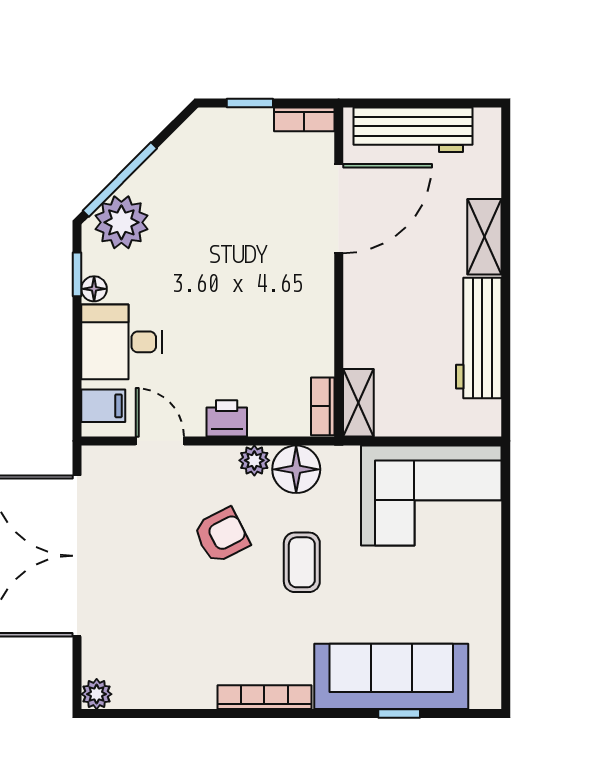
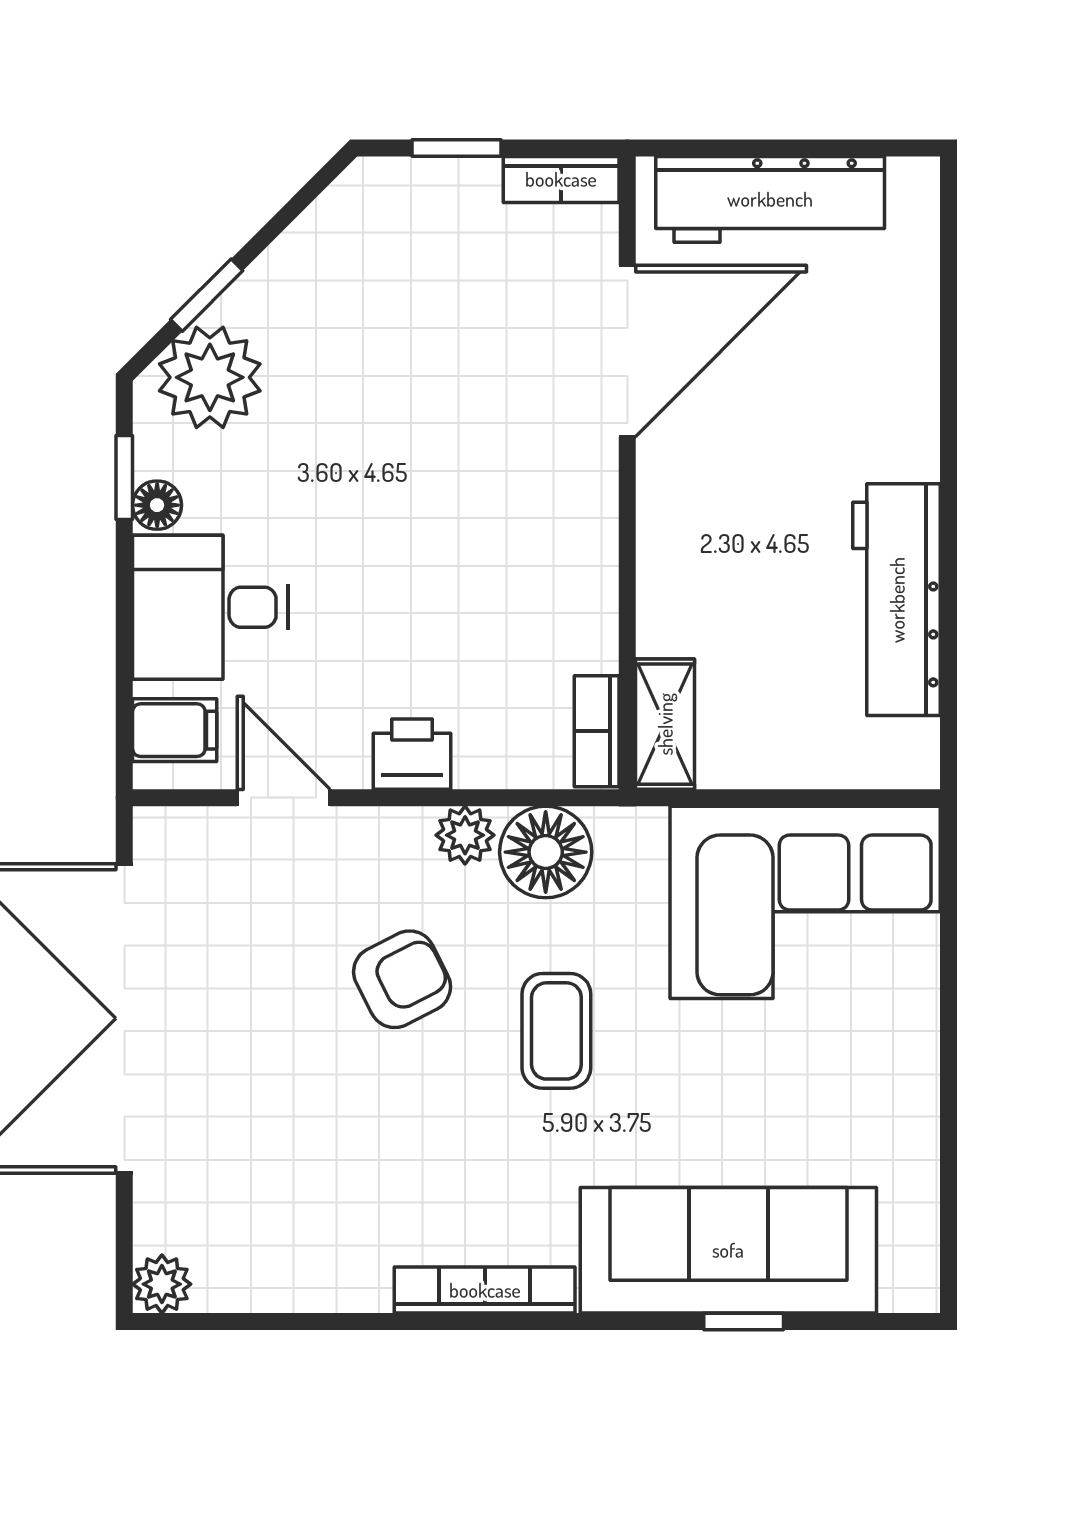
window: (120, 179) -> (207, 295), width x0.46
shelving: (484, 237) -> (907, 405), removed

